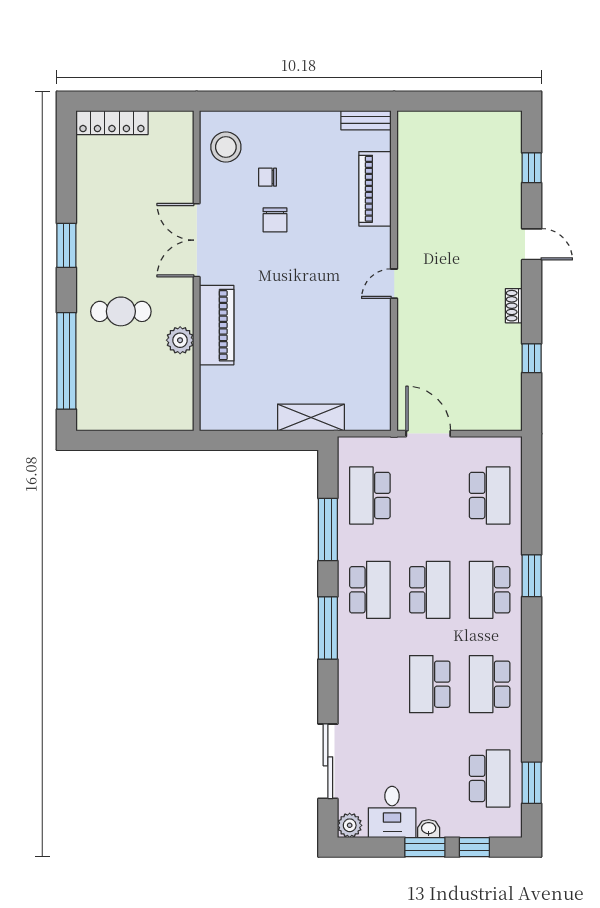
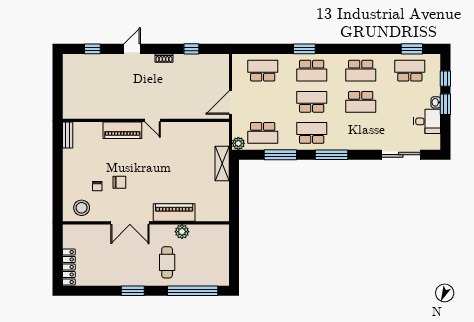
piano: (375, 189) -> (122, 130), moved
plant: (350, 825) -> (238, 143), moved

